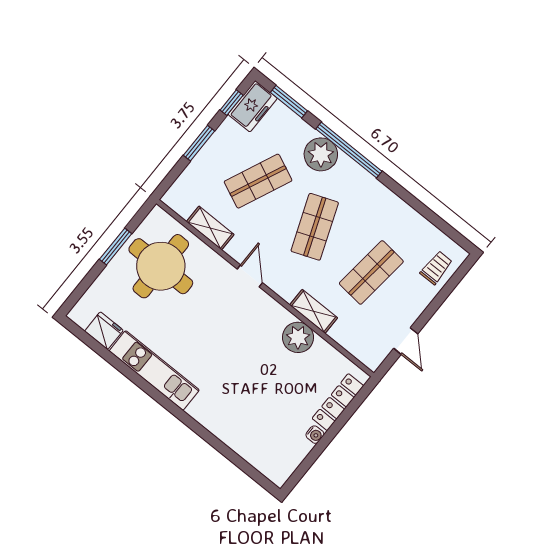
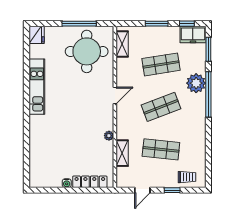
shop shelf: (258, 181) -> (161, 64), turned -33
shelving: (210, 228) -> (122, 44), moved
window: (116, 246) -> (79, 24), width x1.44
window: (438, 302) -> (172, 190), added
shelving: (314, 311) -> (122, 153), moved
fridge: (104, 331) -> (37, 35), moved
plant: (298, 337) -> (109, 136), width x0.53, depth x0.53

